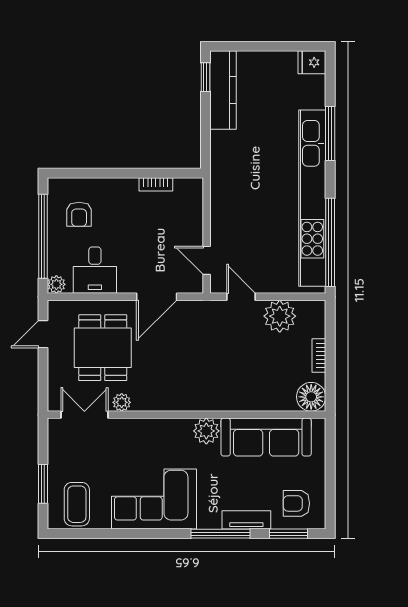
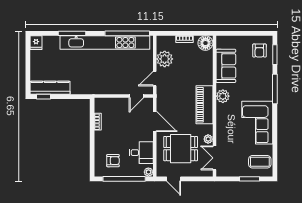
piano: (189, 395) -> (204, 105), added
sofa: (266, 437) -> (226, 66), width x0.73
tv unit: (246, 520) -> (268, 76), removed

